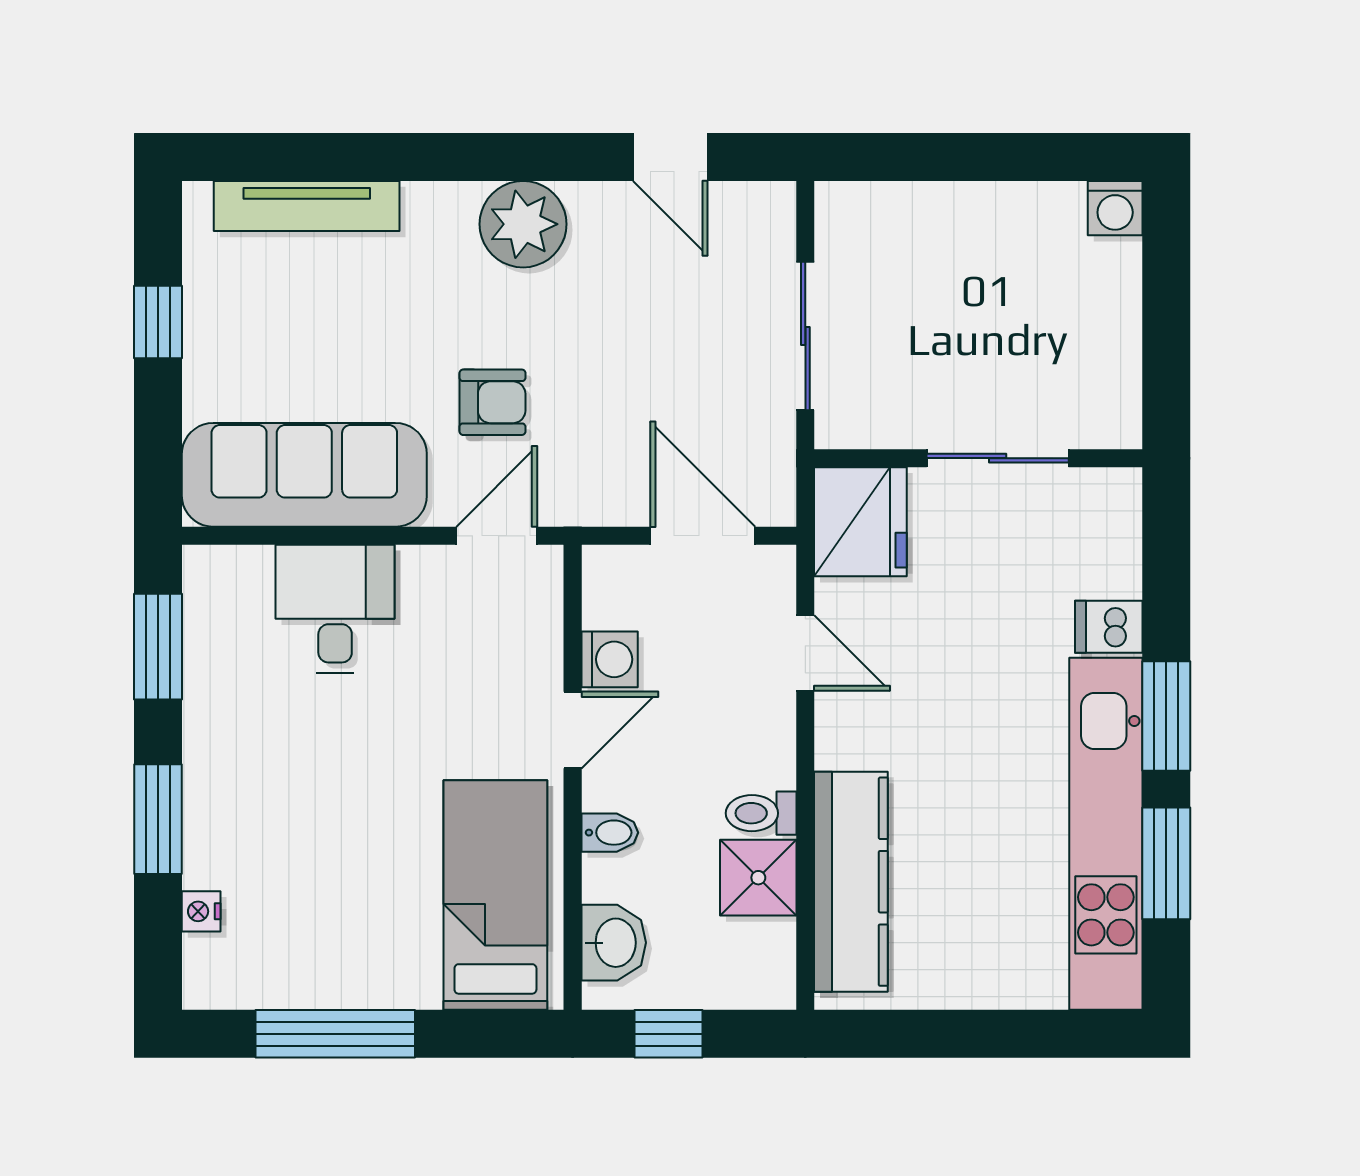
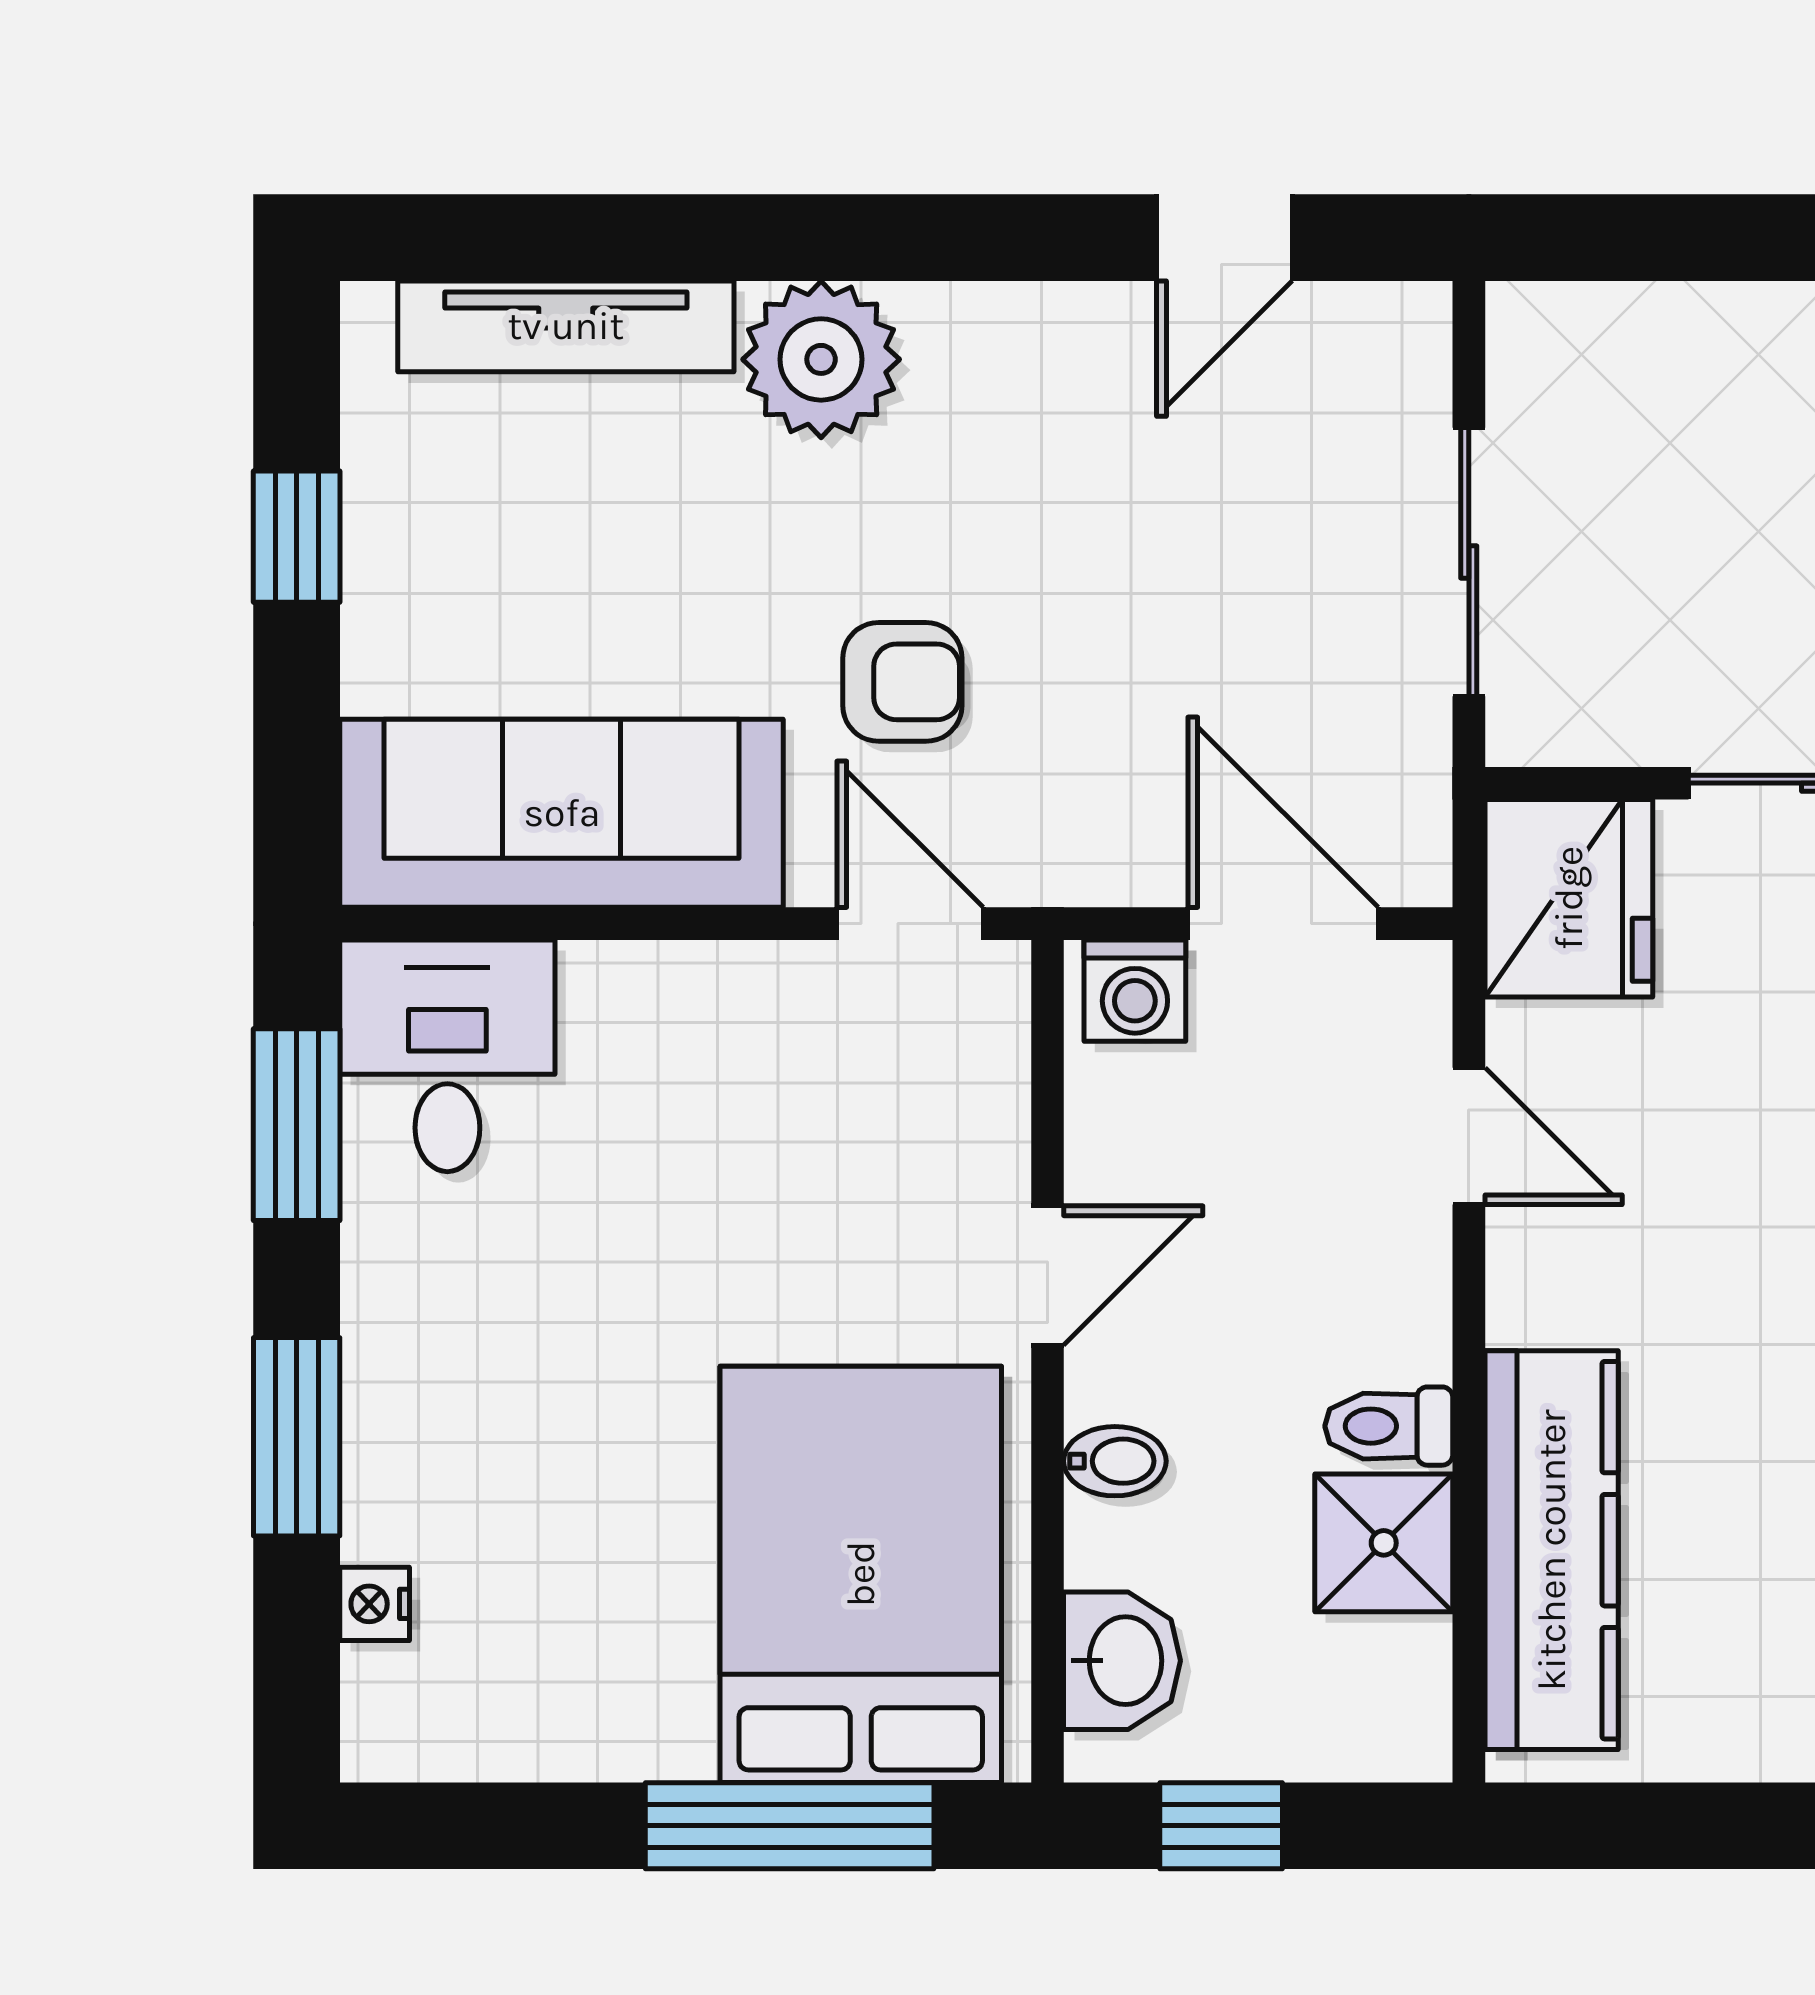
door: (670, 157) -> (1224, 238), hinge flipped
plant: (523, 224) -> (821, 359), moved
door: (497, 536) -> (910, 924), hinge flipped
desk: (335, 609) -> (447, 1056), moved
washing machine: (610, 659) -> (1135, 991), moved, turned 90
bed: (495, 895) -> (861, 1574), width x1.50
window: (335, 1034) -> (790, 1826), moved

